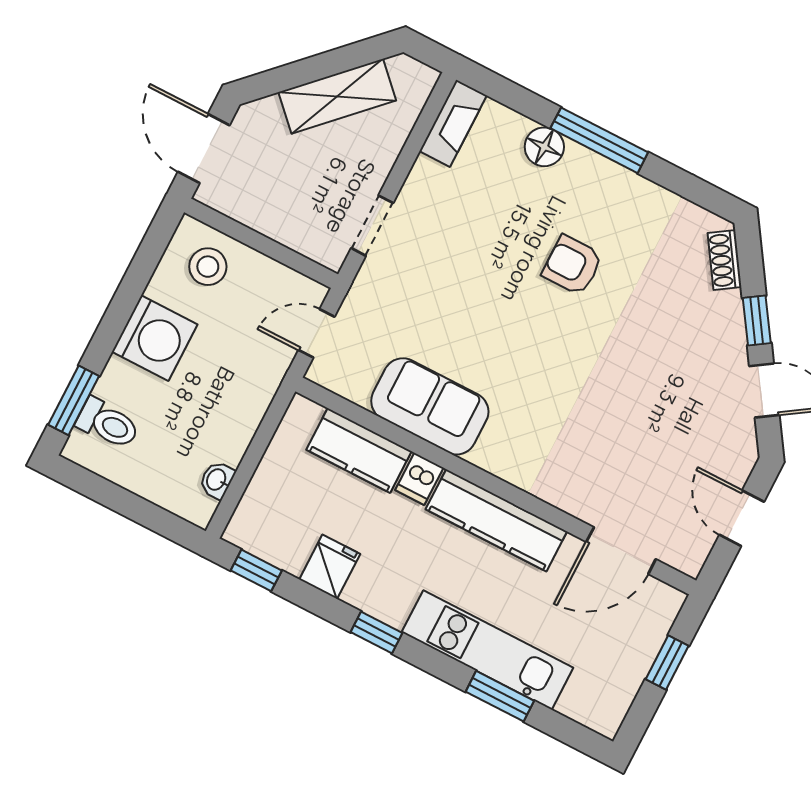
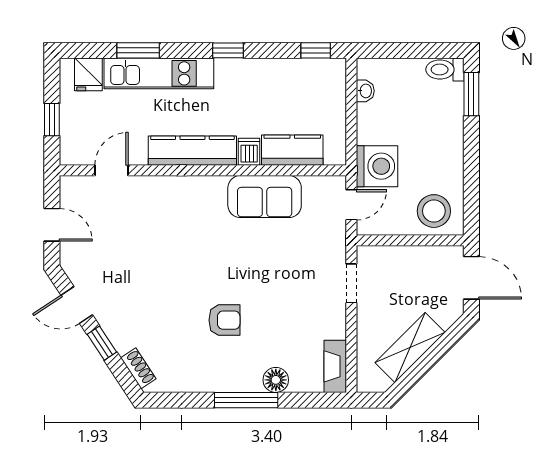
stool: (208, 267) -> (434, 211), width x1.38, depth x1.38
washing machine: (155, 338) -> (377, 166), moved, turned 180
toilet: (108, 424) -> (445, 70), moved
door: (621, 551) -> (112, 170), width x0.73
fridge: (330, 567) -> (88, 74), moved

